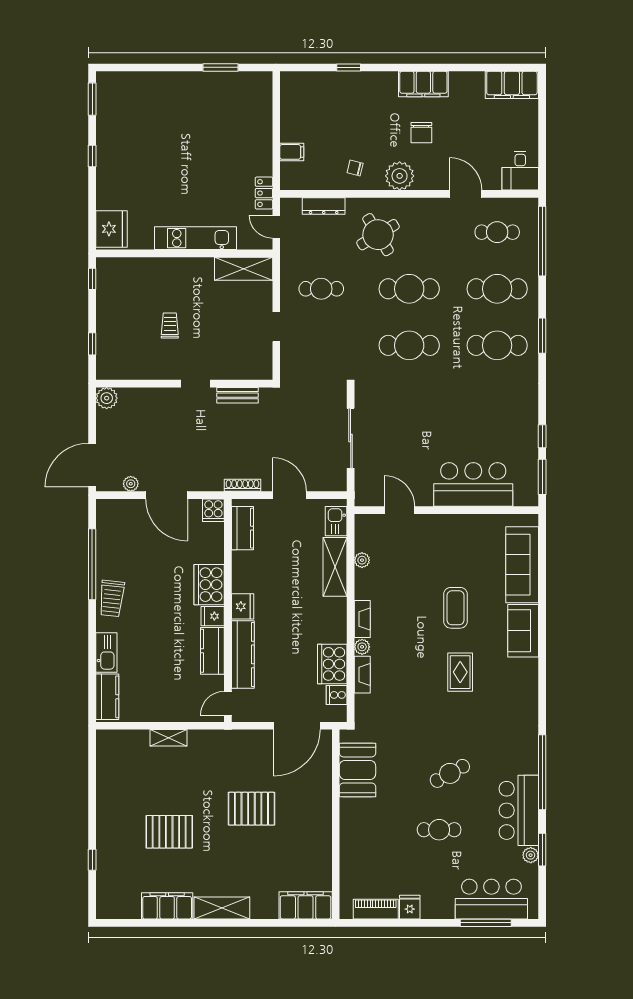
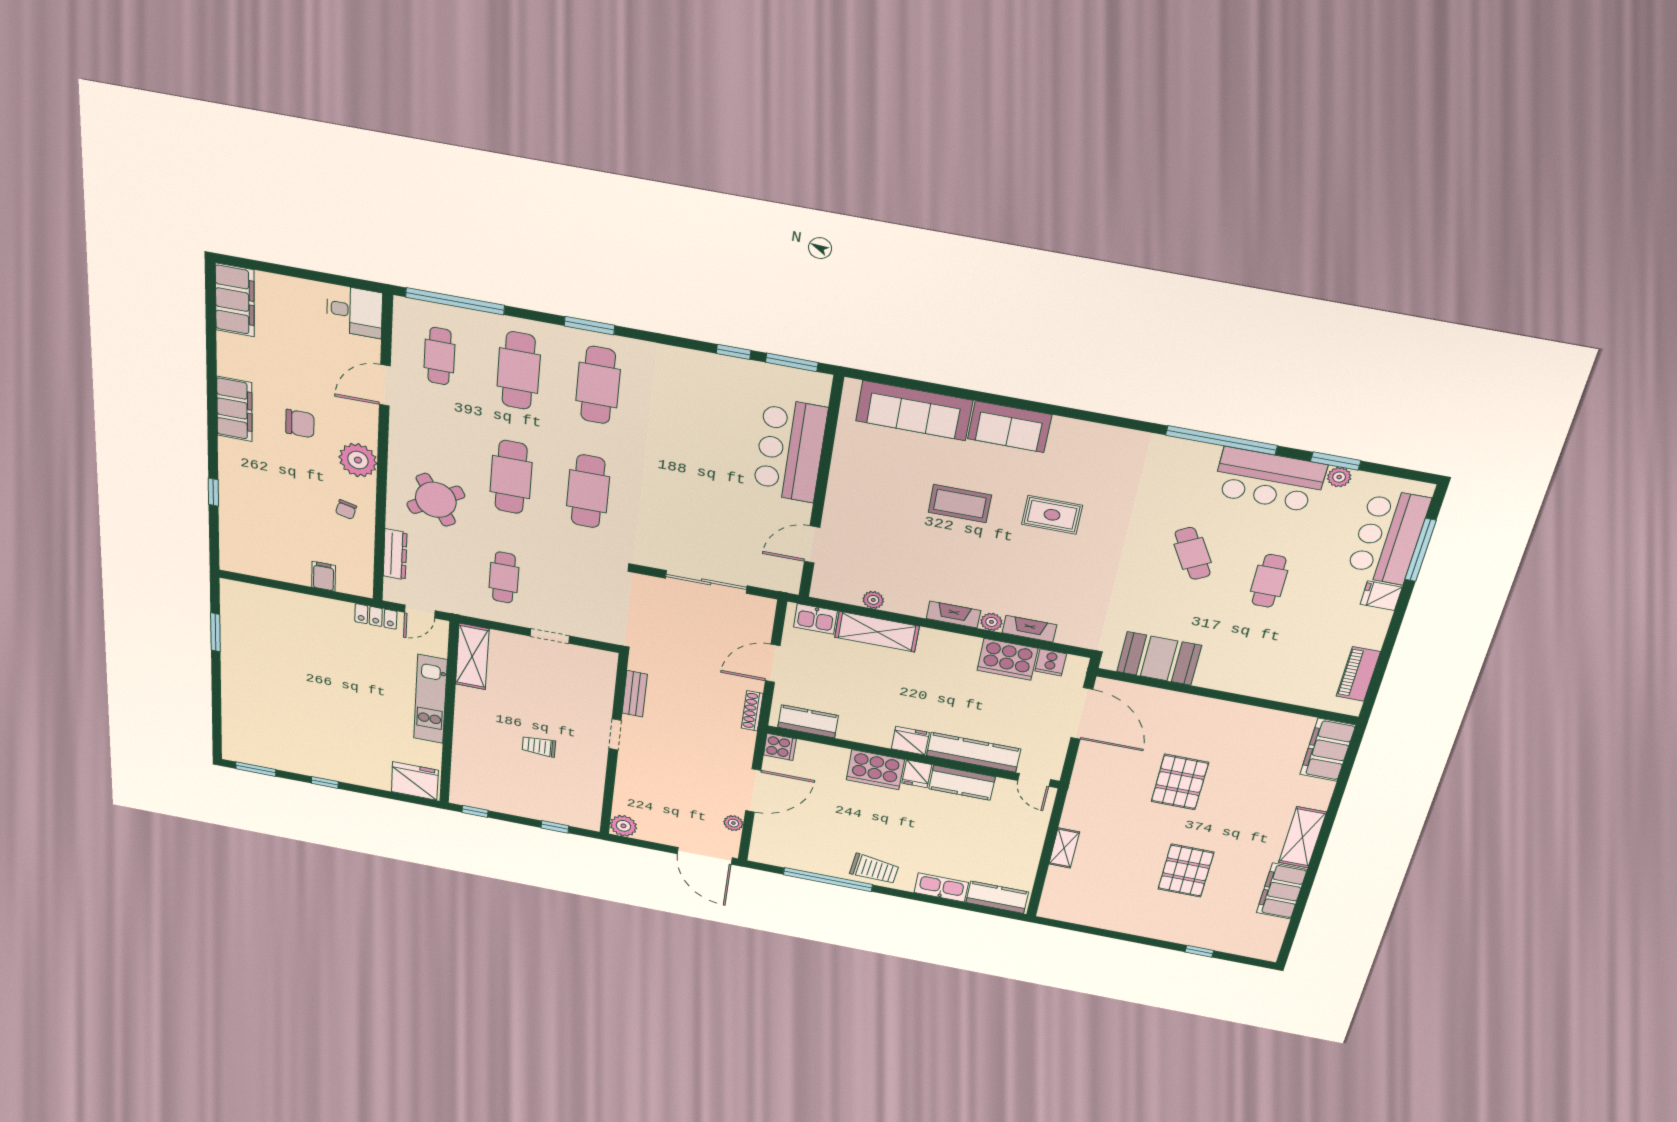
fridge: (410, 907) -> (1381, 596), moved

